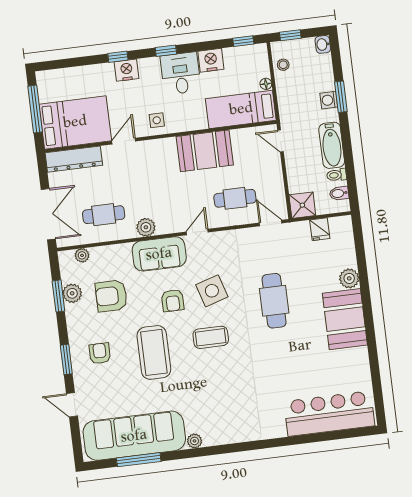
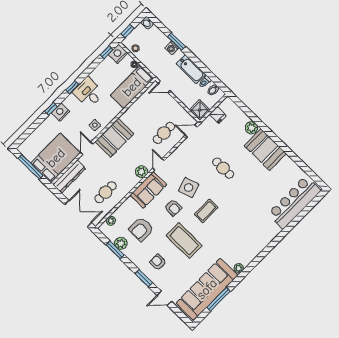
nightstand: (211, 60) -> (118, 54), moved
booth: (205, 151) -> (114, 138), moved
plant: (146, 227) -> (142, 172), moved
cafe table: (274, 301) -> (223, 168), width x0.73, depth x0.74

